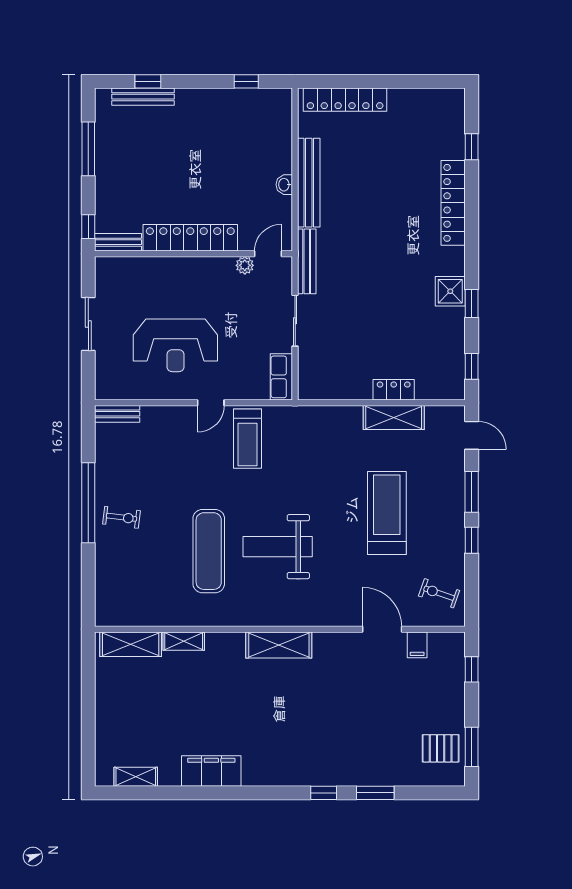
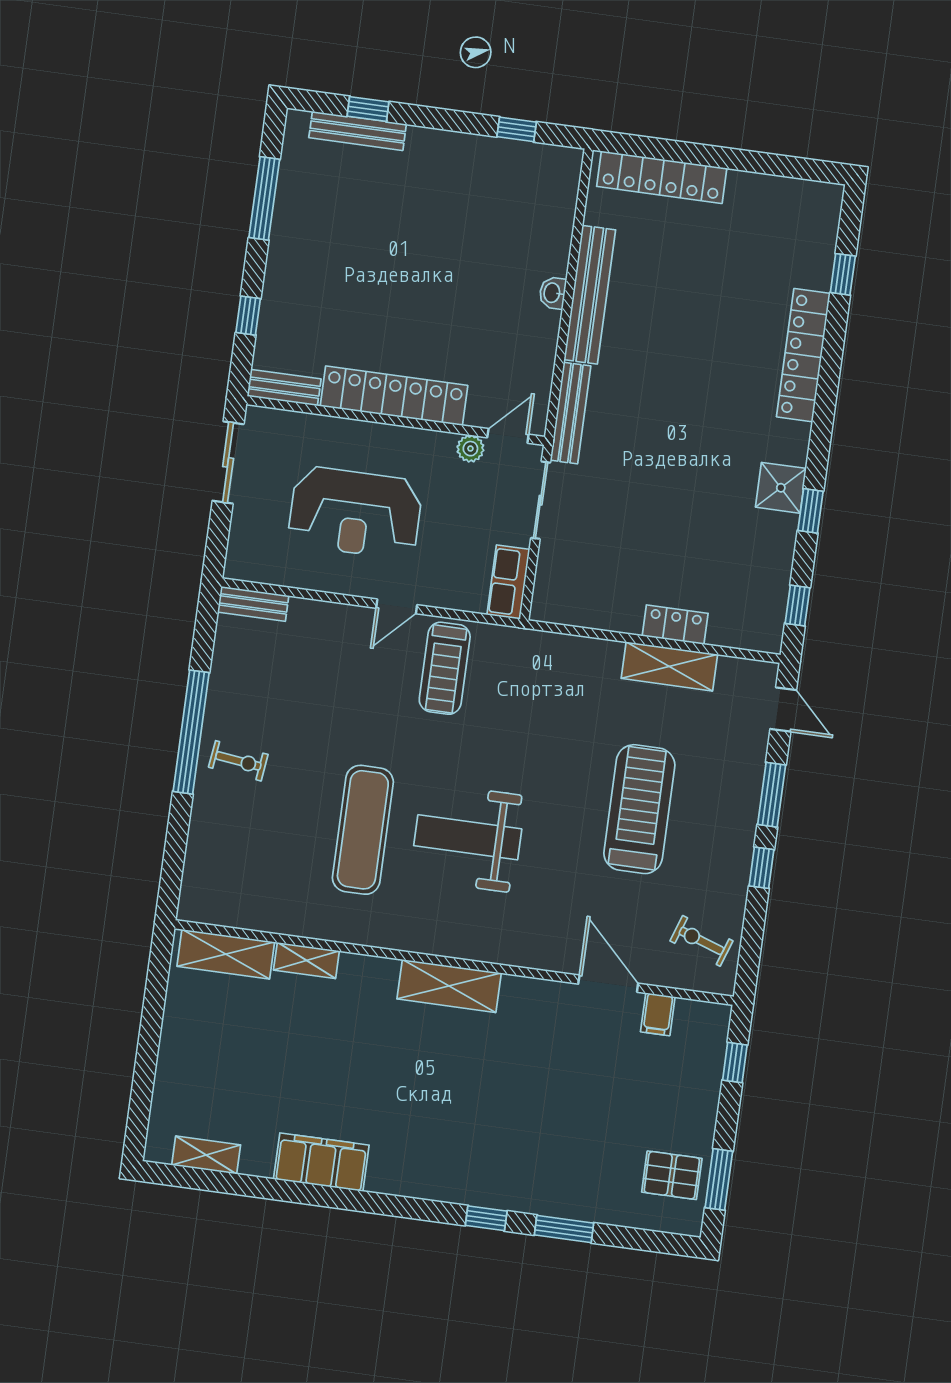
locker: (190, 238) -> (394, 396), moved
bench: (118, 242) -> (284, 388), moved
wall: (194, 254) -> (396, 421), moved
door: (268, 254) -> (508, 436), moved
plant: (245, 265) -> (470, 449), moved

